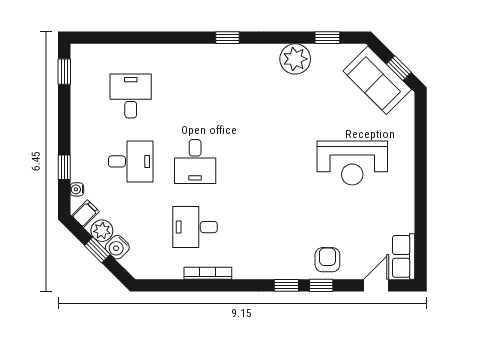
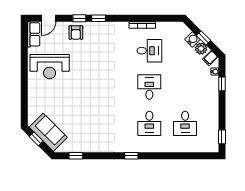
plant: (295, 59) -> (94, 144), removed
desk: (131, 161) -> (149, 123), moved, turned -90
reception desk: (352, 163) -> (50, 67), moved, turned 180

